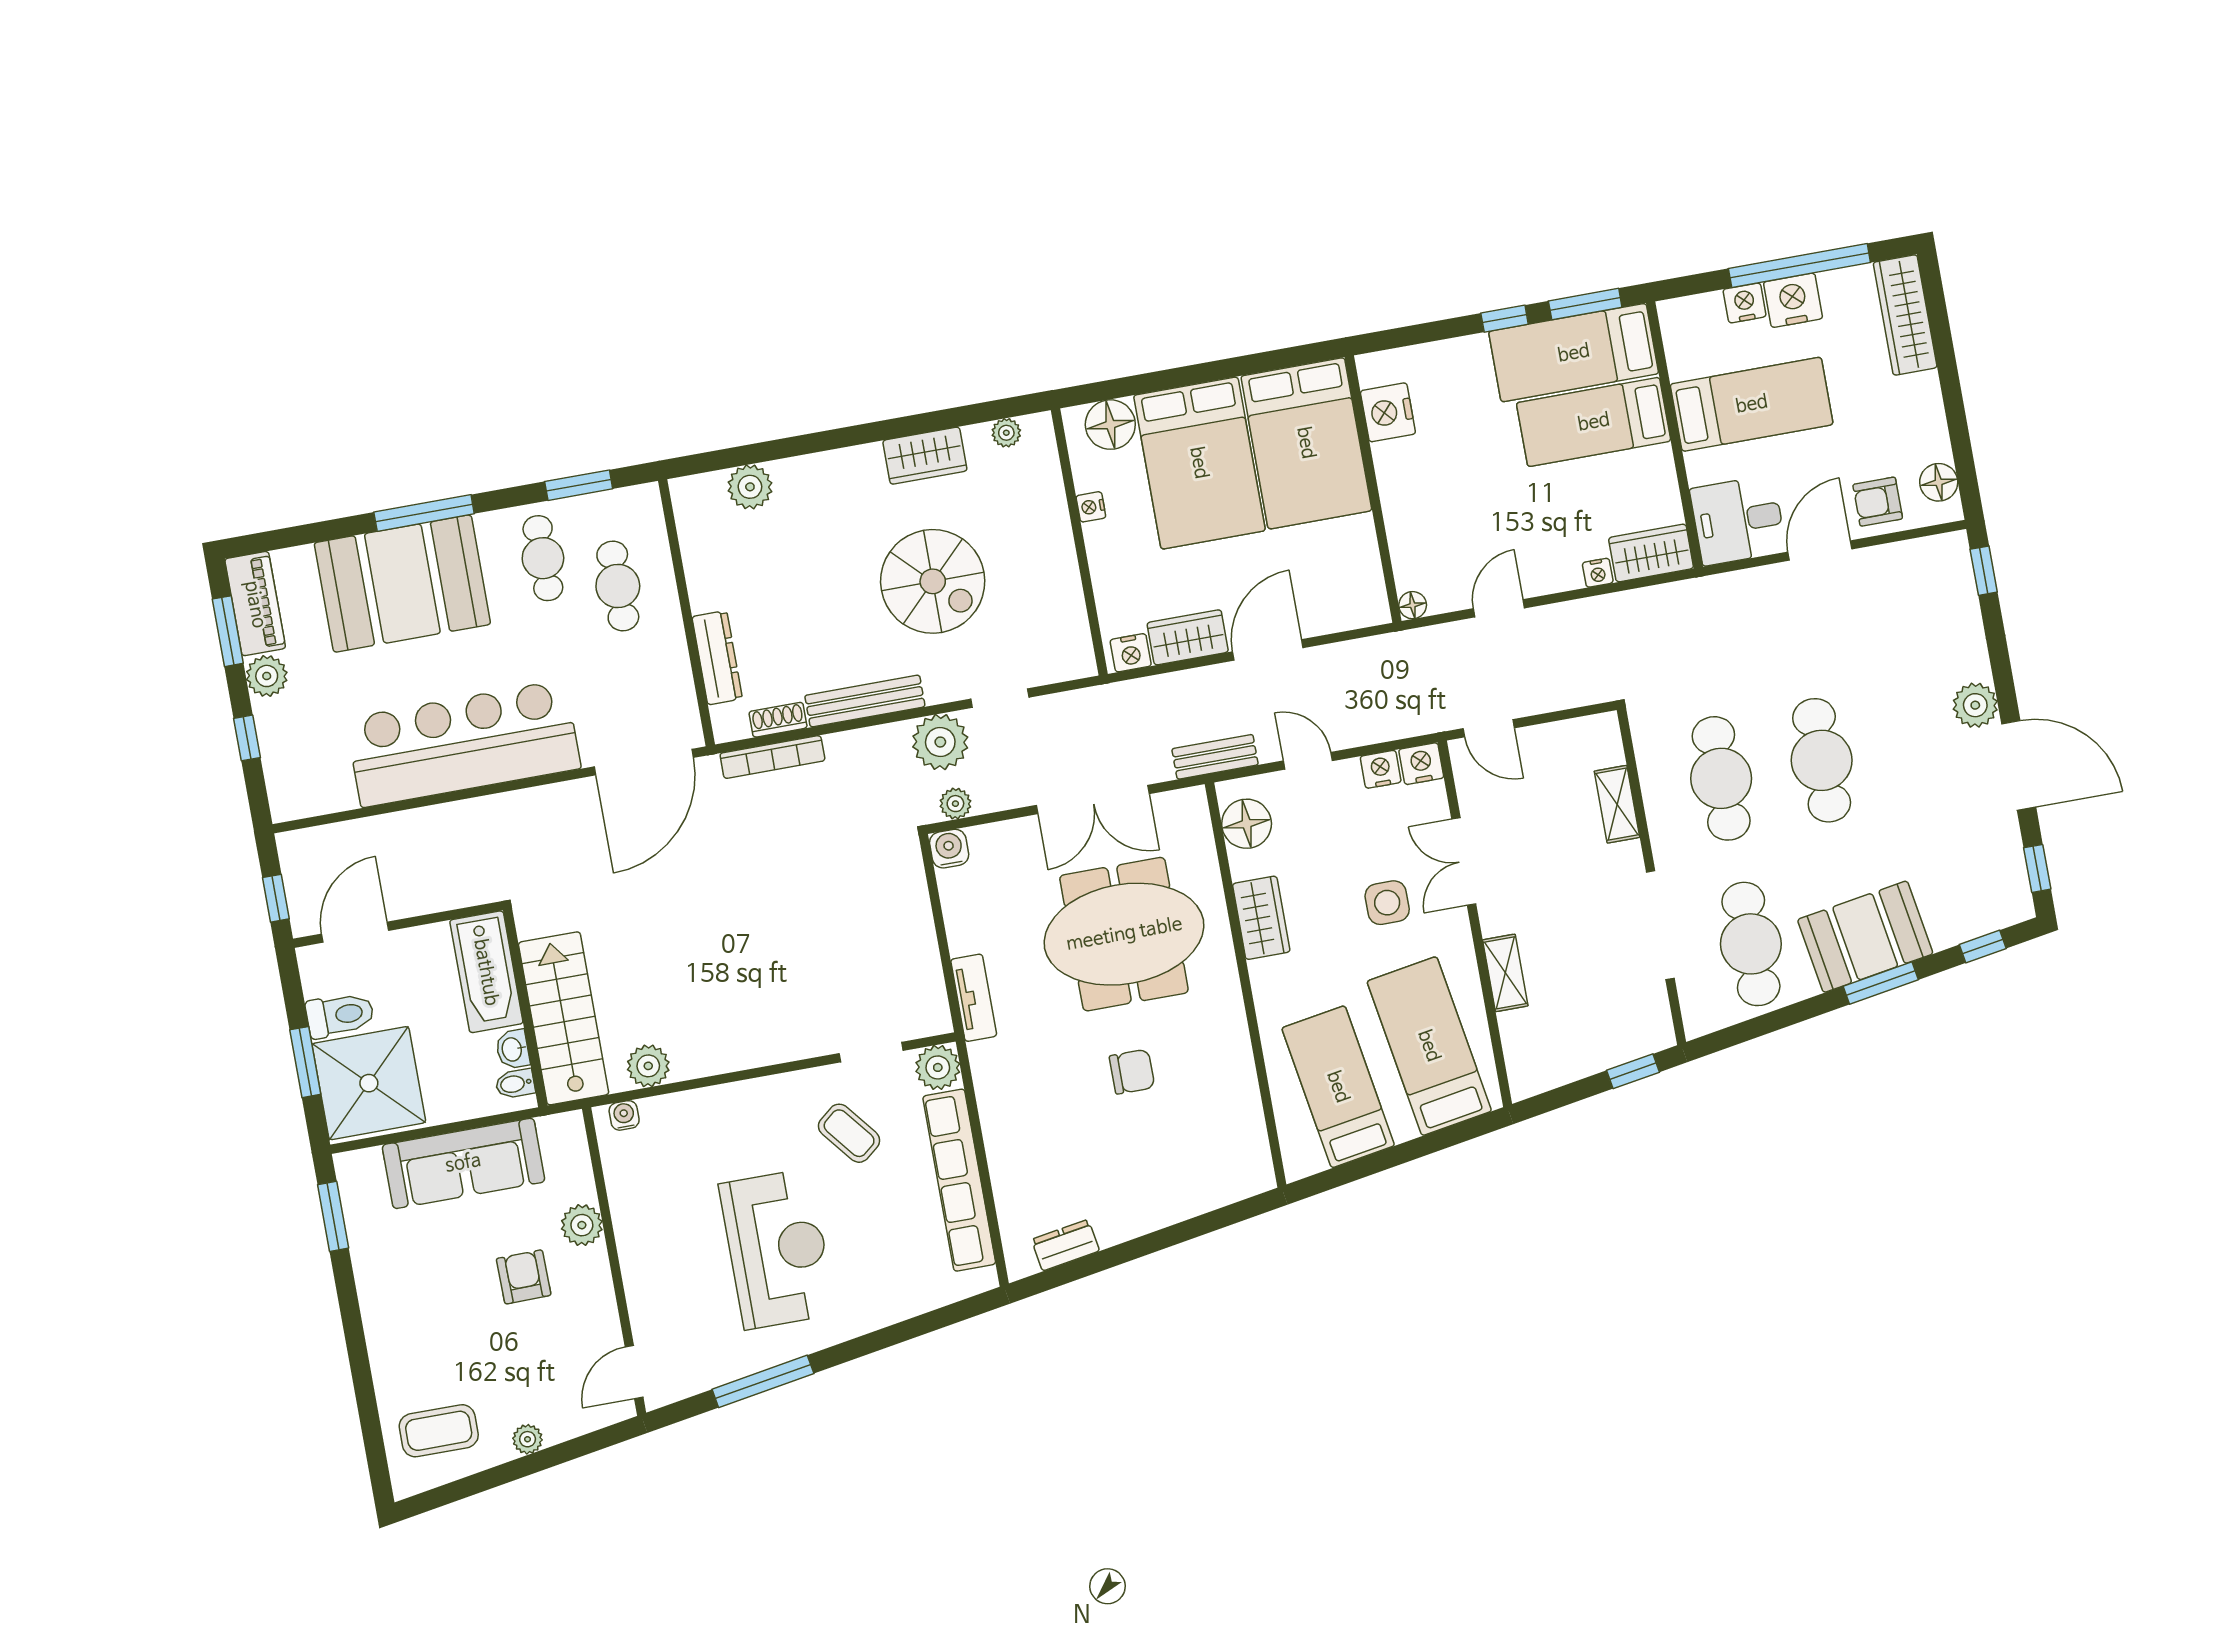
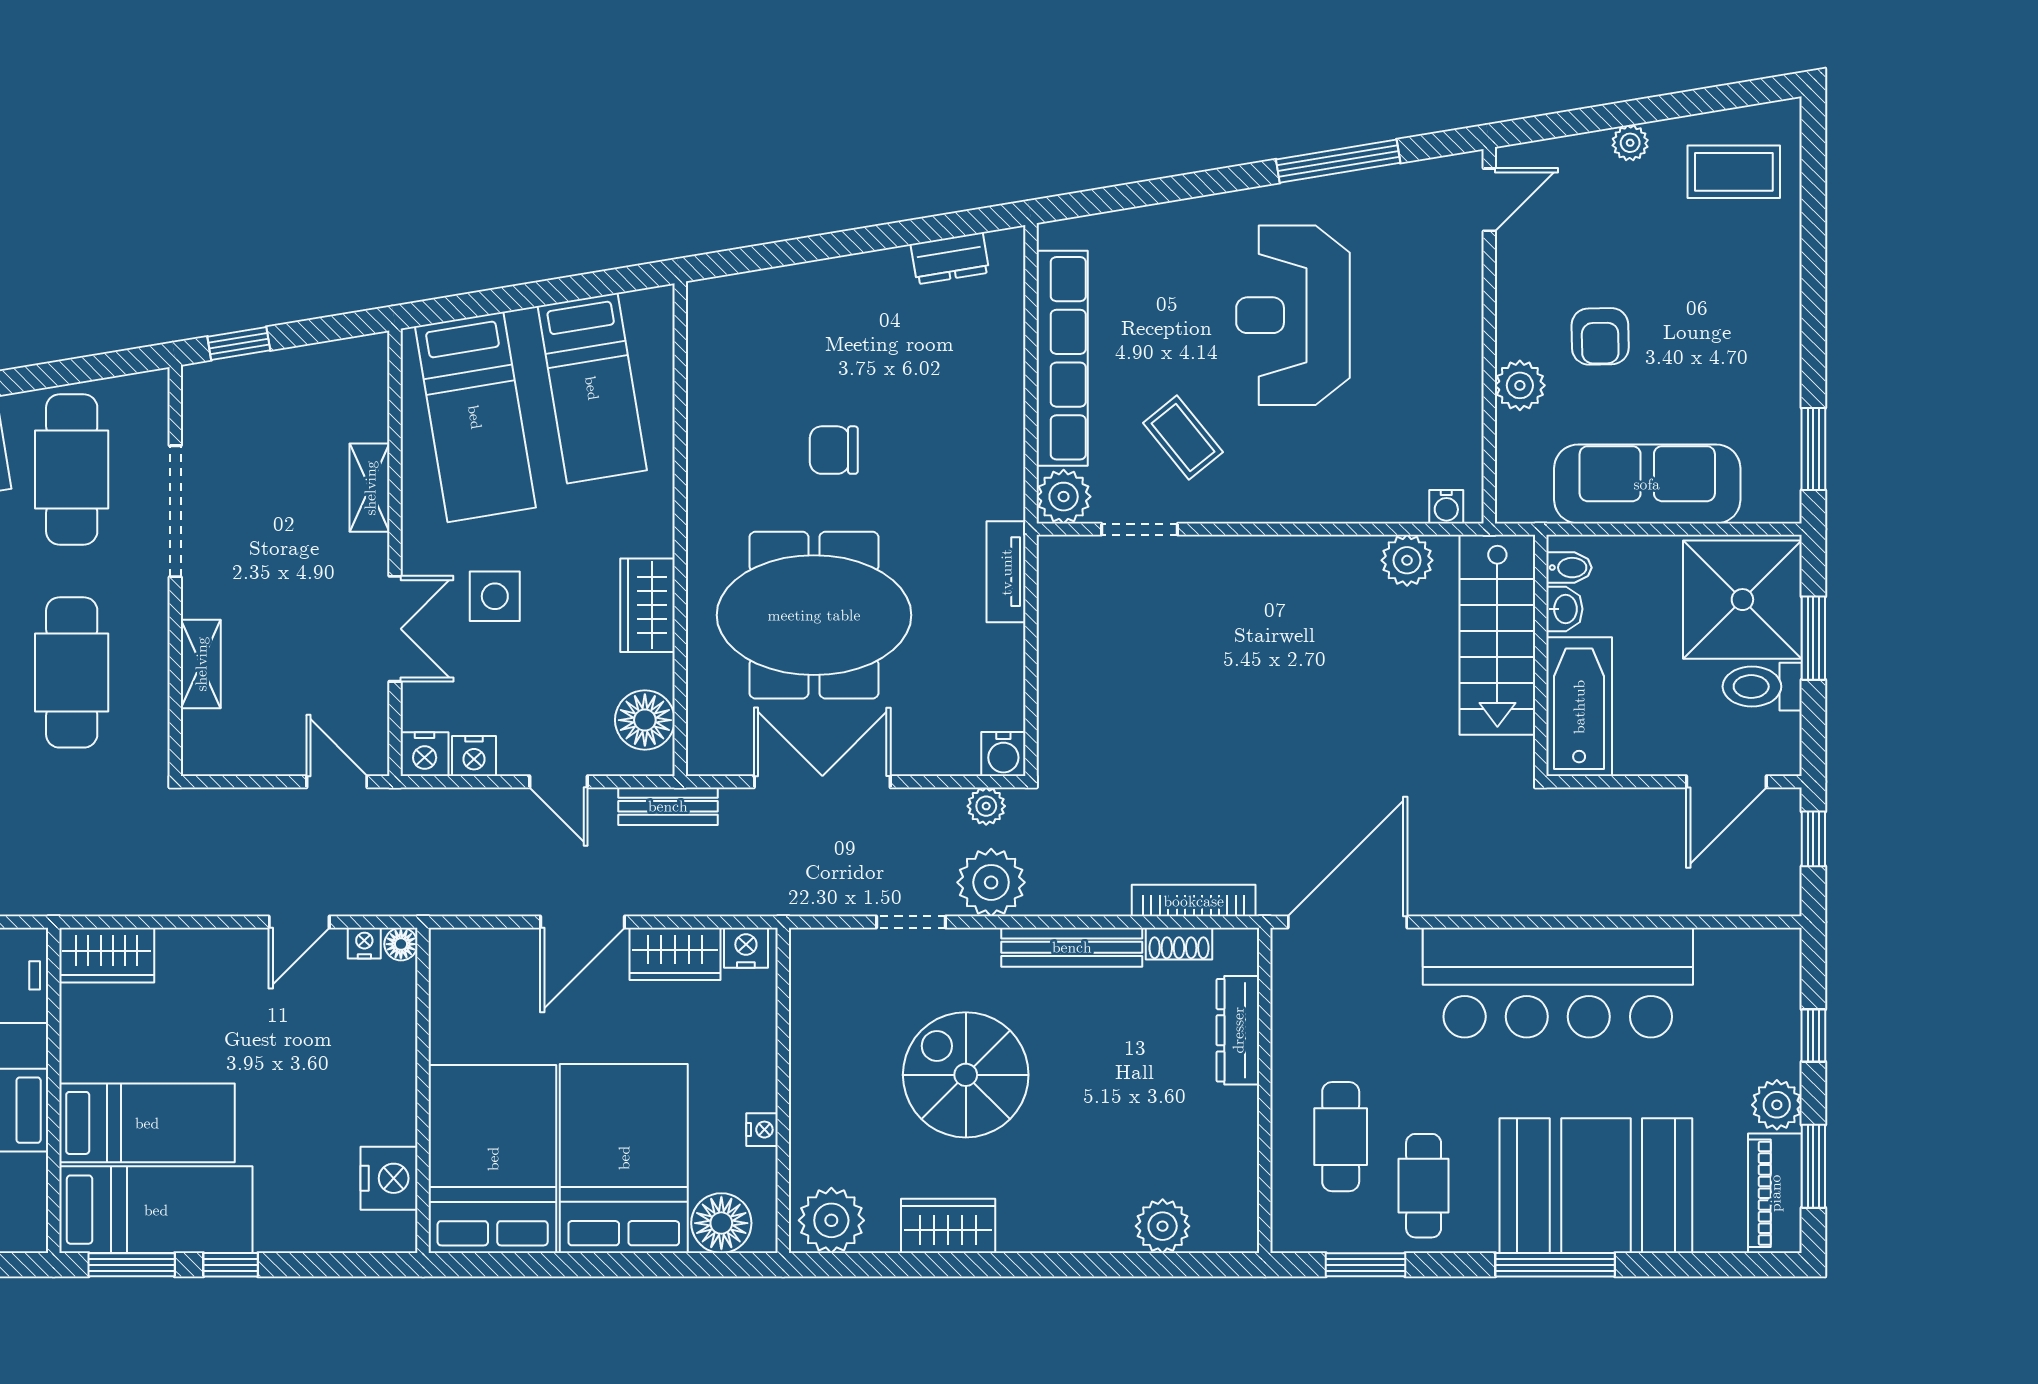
plant: (1006, 433) -> (831, 1220), width x1.88, depth x1.88
nightstand: (1598, 573) -> (364, 943), moved

